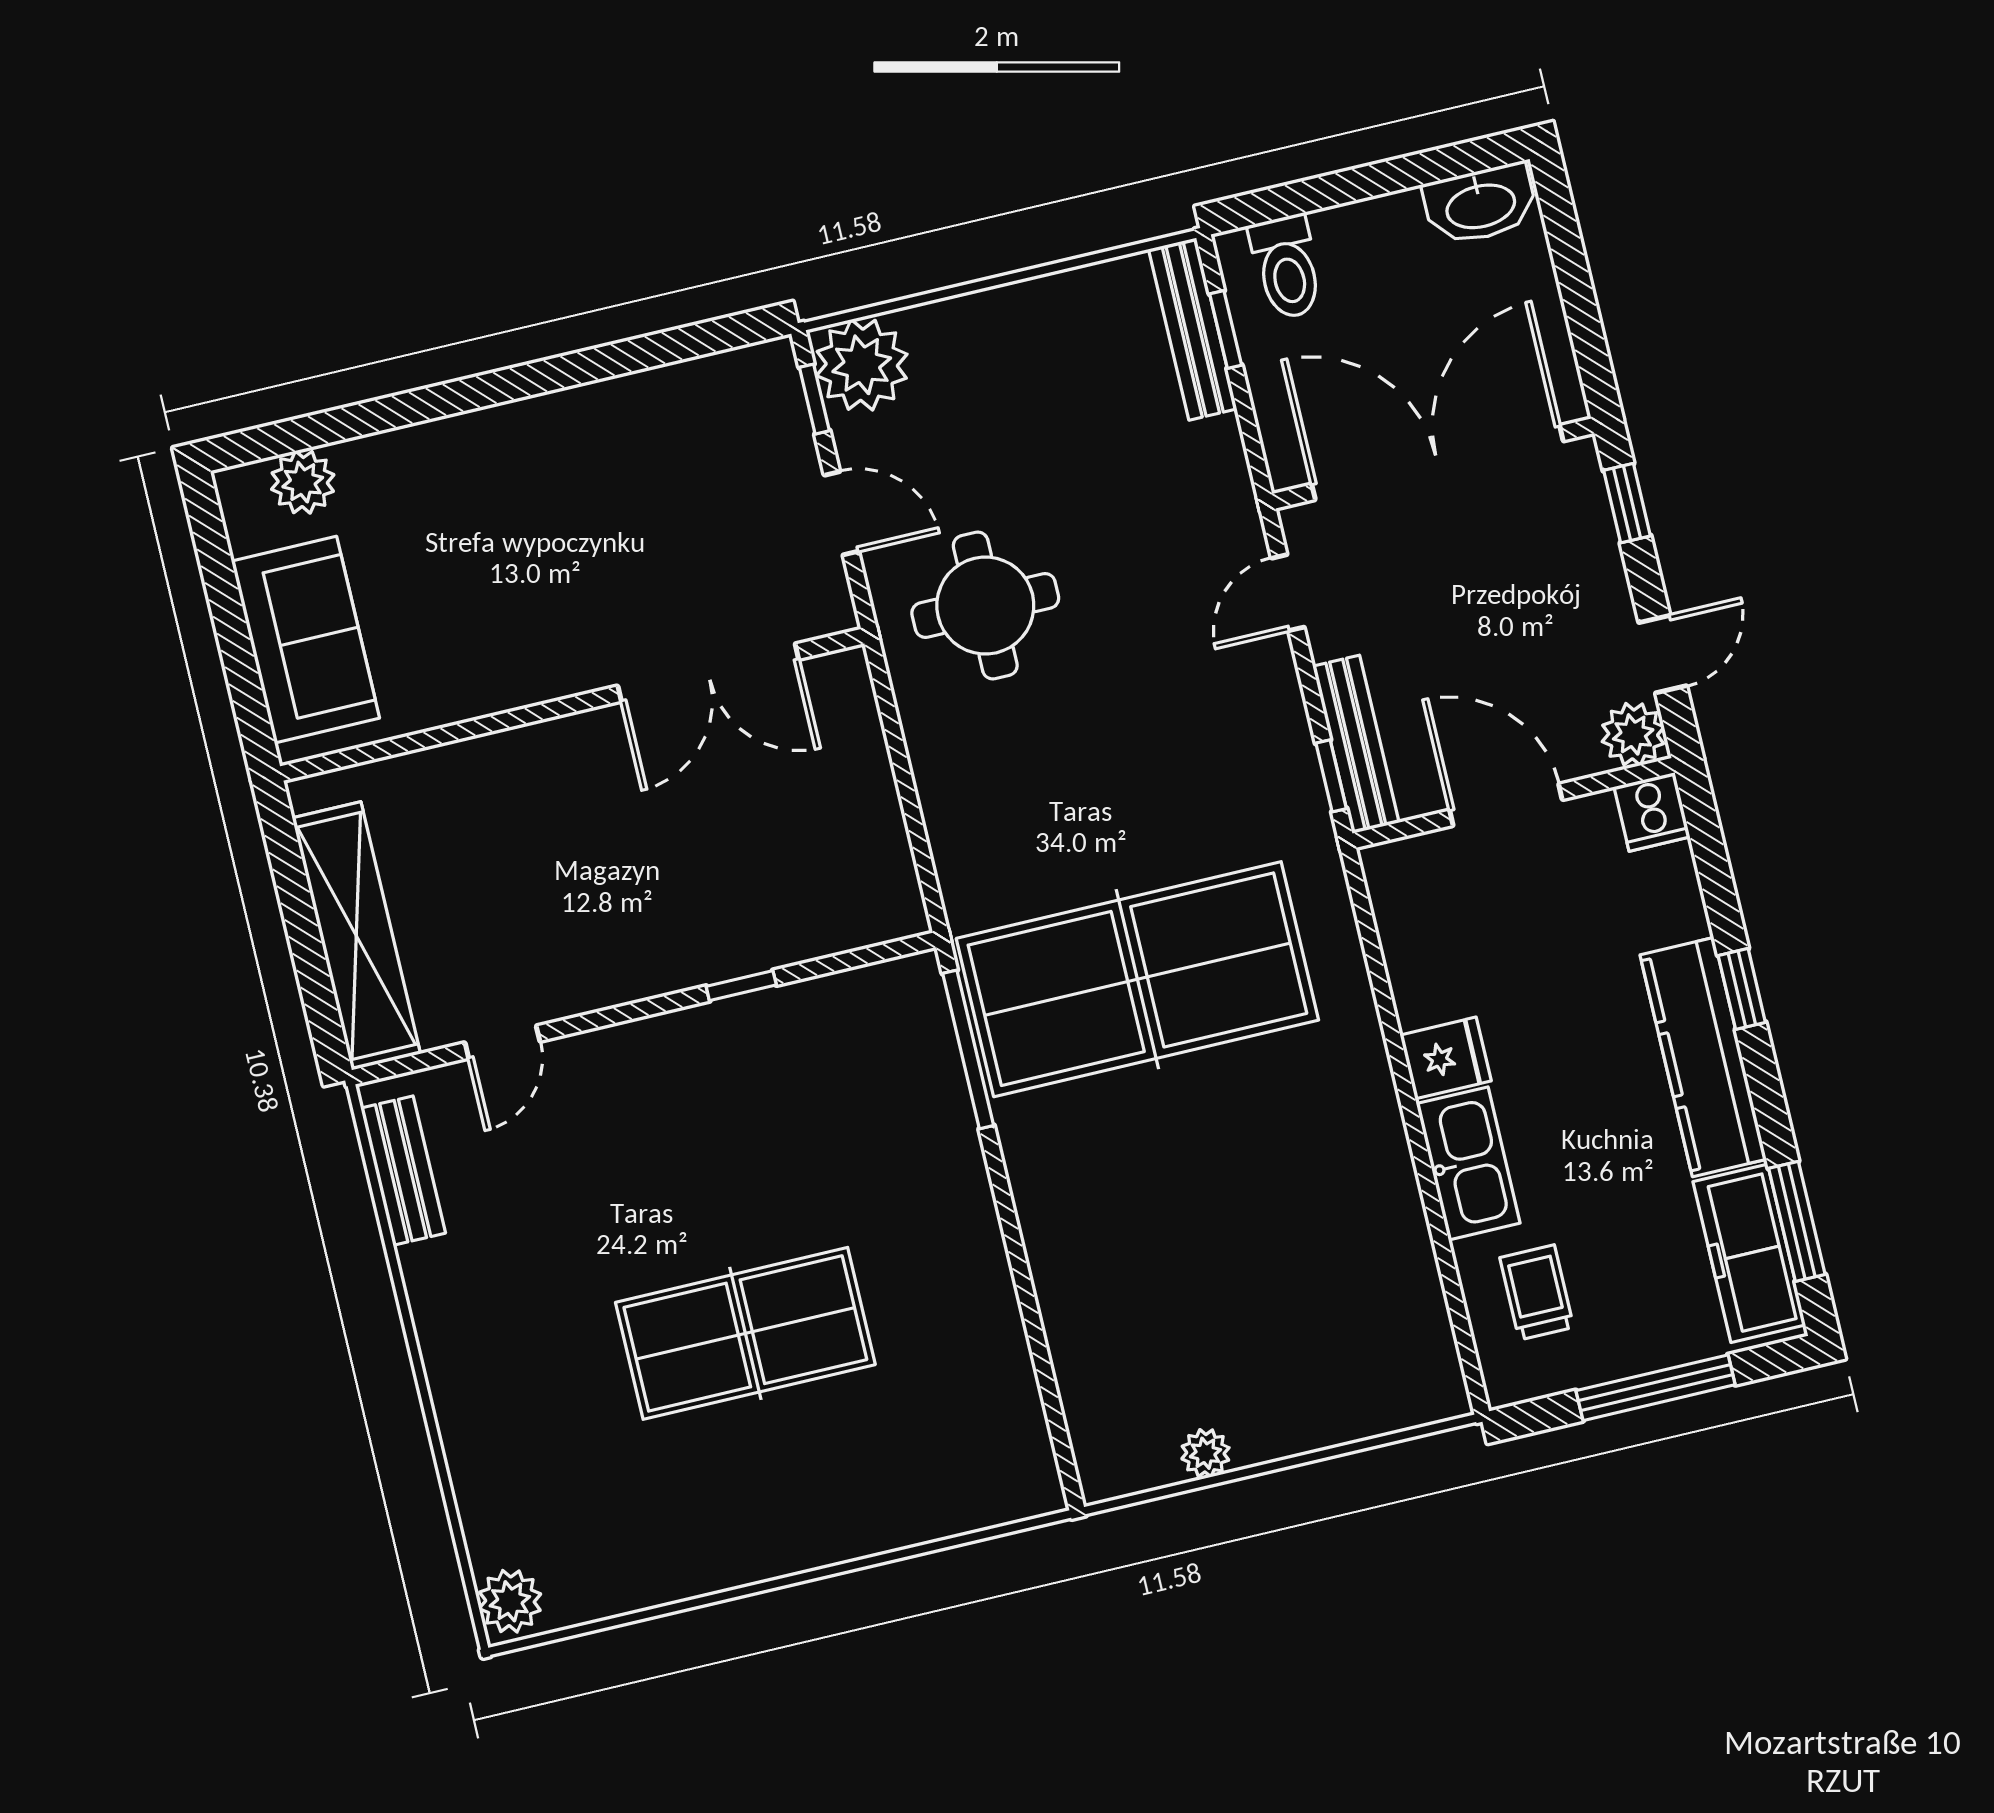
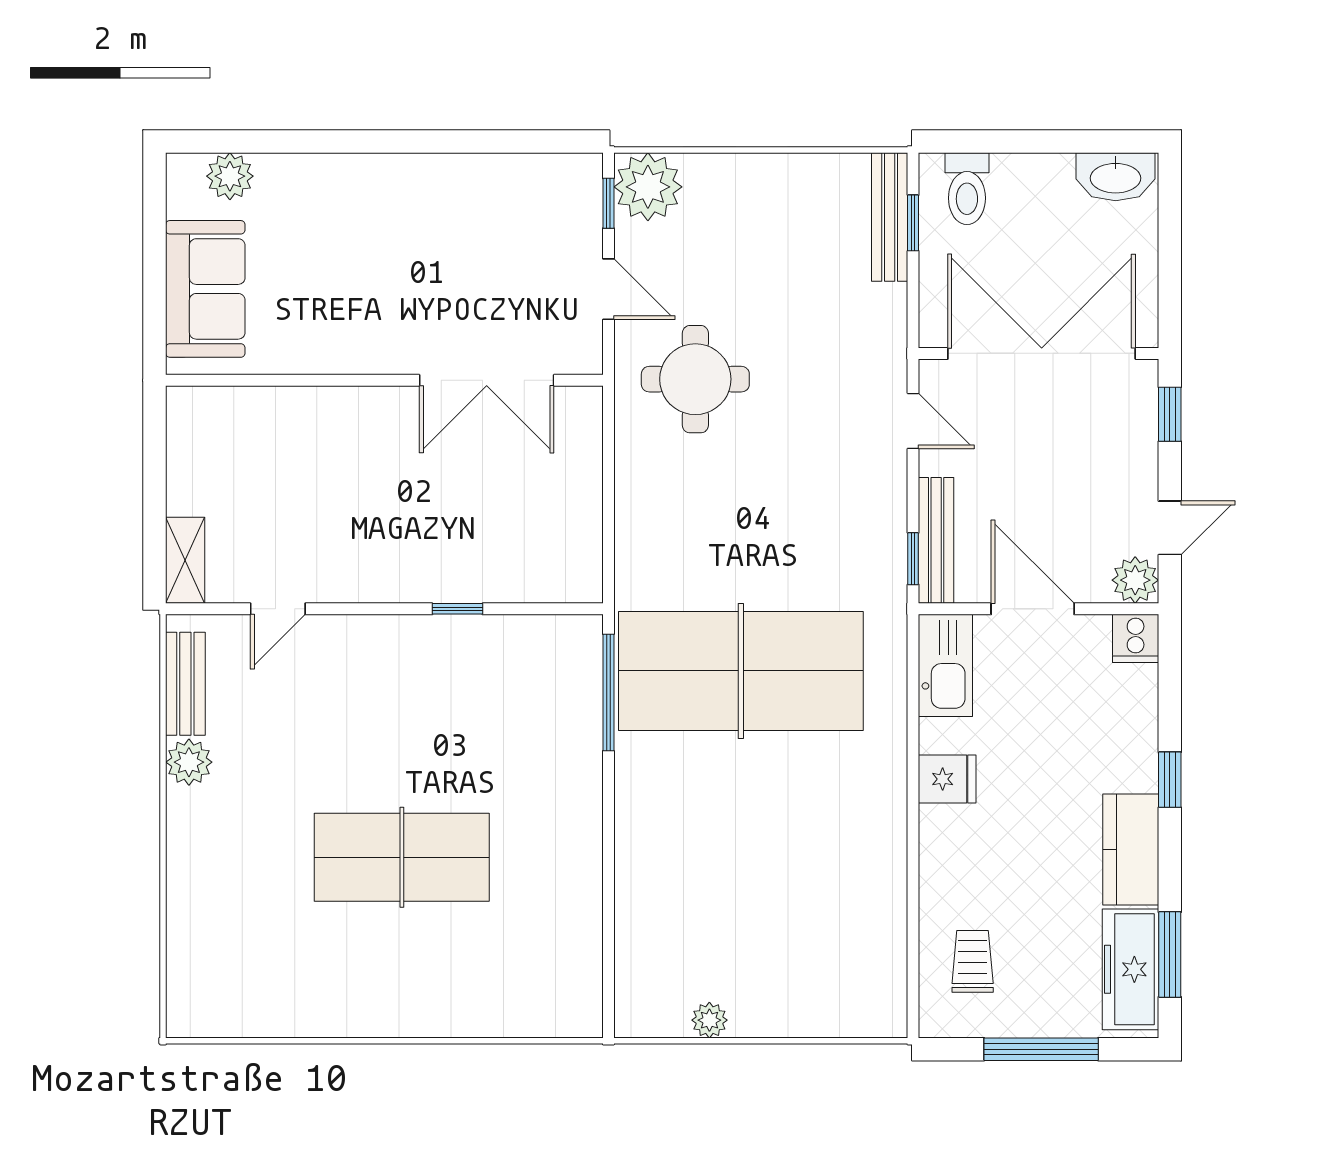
door: (1288, 593) -> (913, 421), swing flipped
shelving: (356, 936) -> (185, 560), width x0.45, depth x0.75
kitchen counter: (1703, 1057) -> (1131, 850), width x0.67
kitchen sink: (1468, 1163) -> (945, 665), moved
plant: (510, 1601) -> (189, 762), moved

